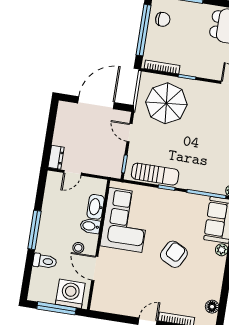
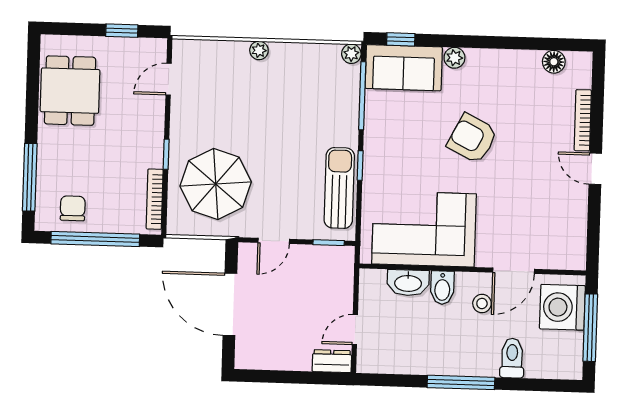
door: (73, 173) -> (355, 330), swing flipped

